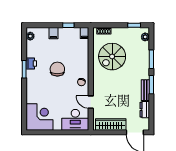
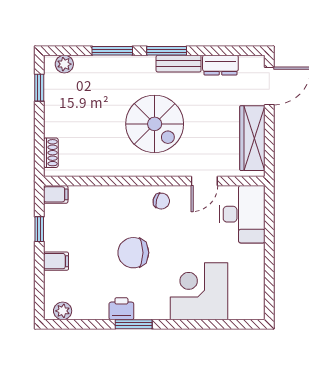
spiral stairs: (112, 57) -> (155, 124), moved
corner desk: (39, 117) -> (199, 291), moved

